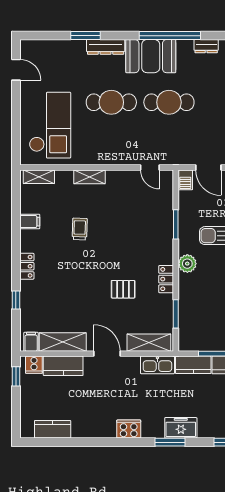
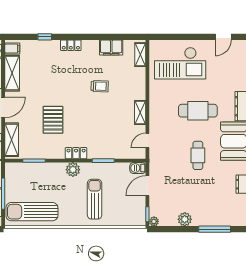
cafe table: (111, 102) -> (198, 111), turned 90
cafe table: (169, 102) -> (198, 155), width x0.73, depth x0.74
shelving: (89, 177) -> (140, 113), moved
filing cabinet: (30, 222) -> (111, 47), width x2.00
locker: (166, 279) -> (76, 153), moved
pallet: (123, 289) -> (53, 120), width x1.50, depth x1.42

